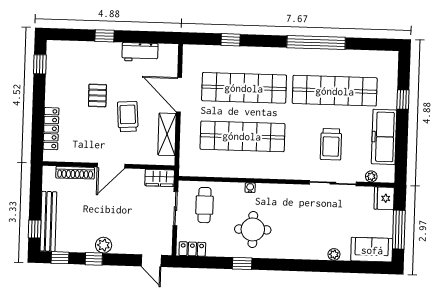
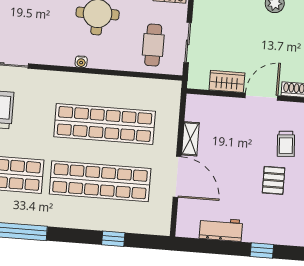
trolley: (128, 117) -> (286, 144), moved, width x0.73, depth x0.72
shelving: (167, 134) -> (190, 139), width x0.67, depth x0.75
wardrobe: (160, 178) -> (227, 81), moved
water cooler: (250, 188) -> (81, 62), moved

